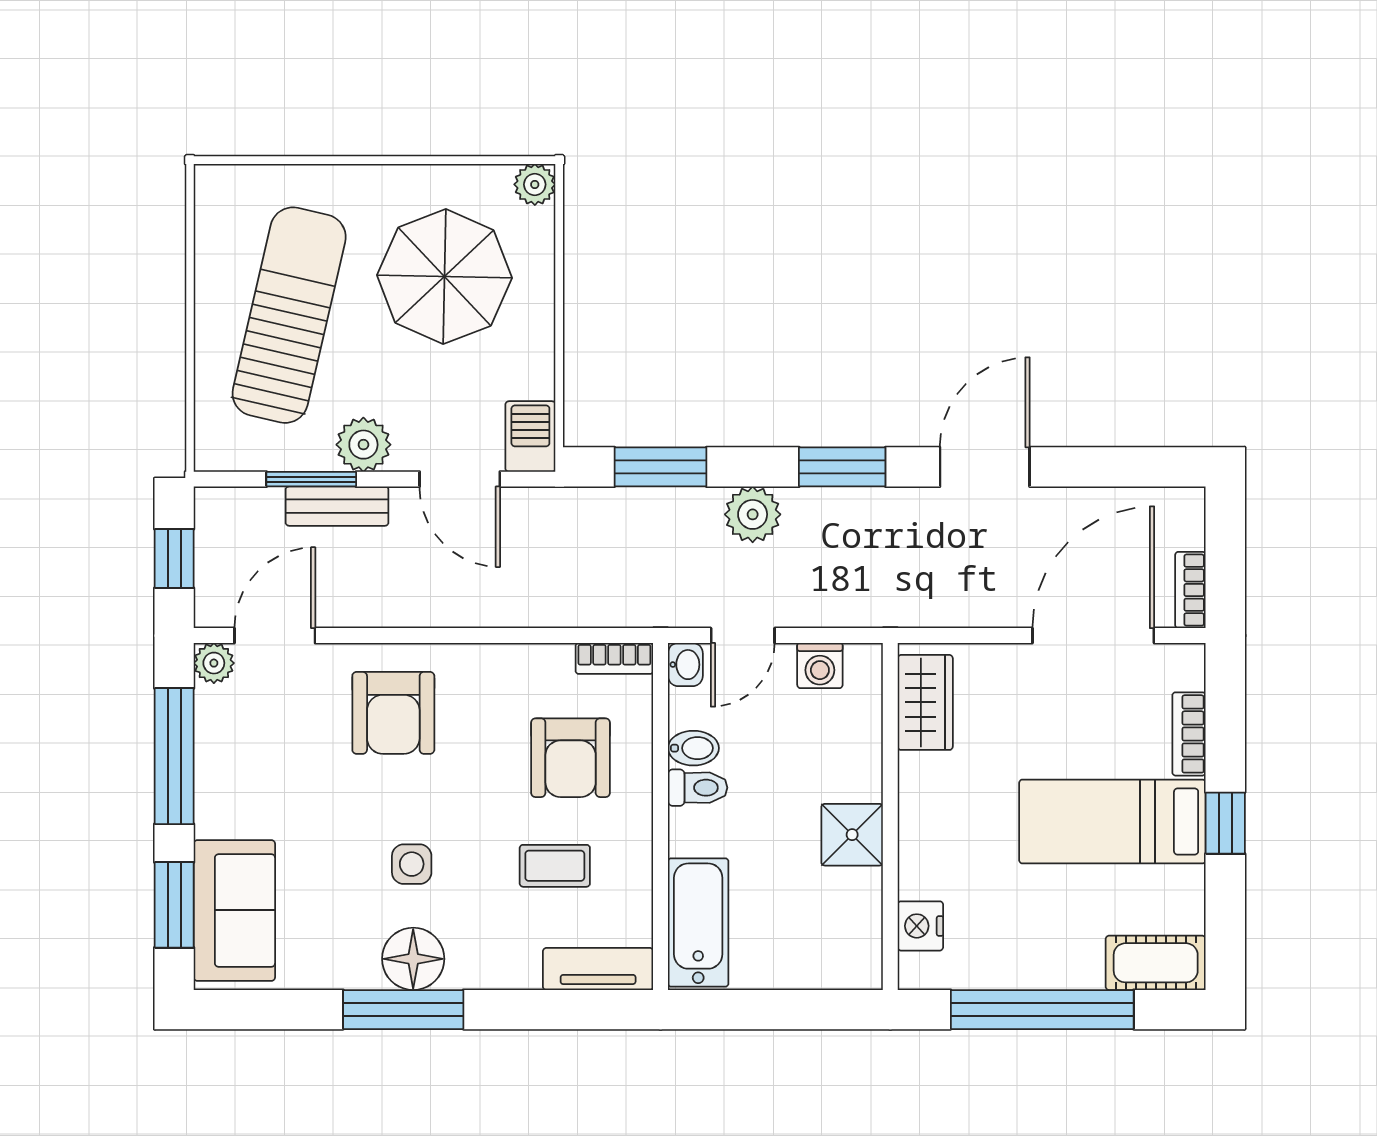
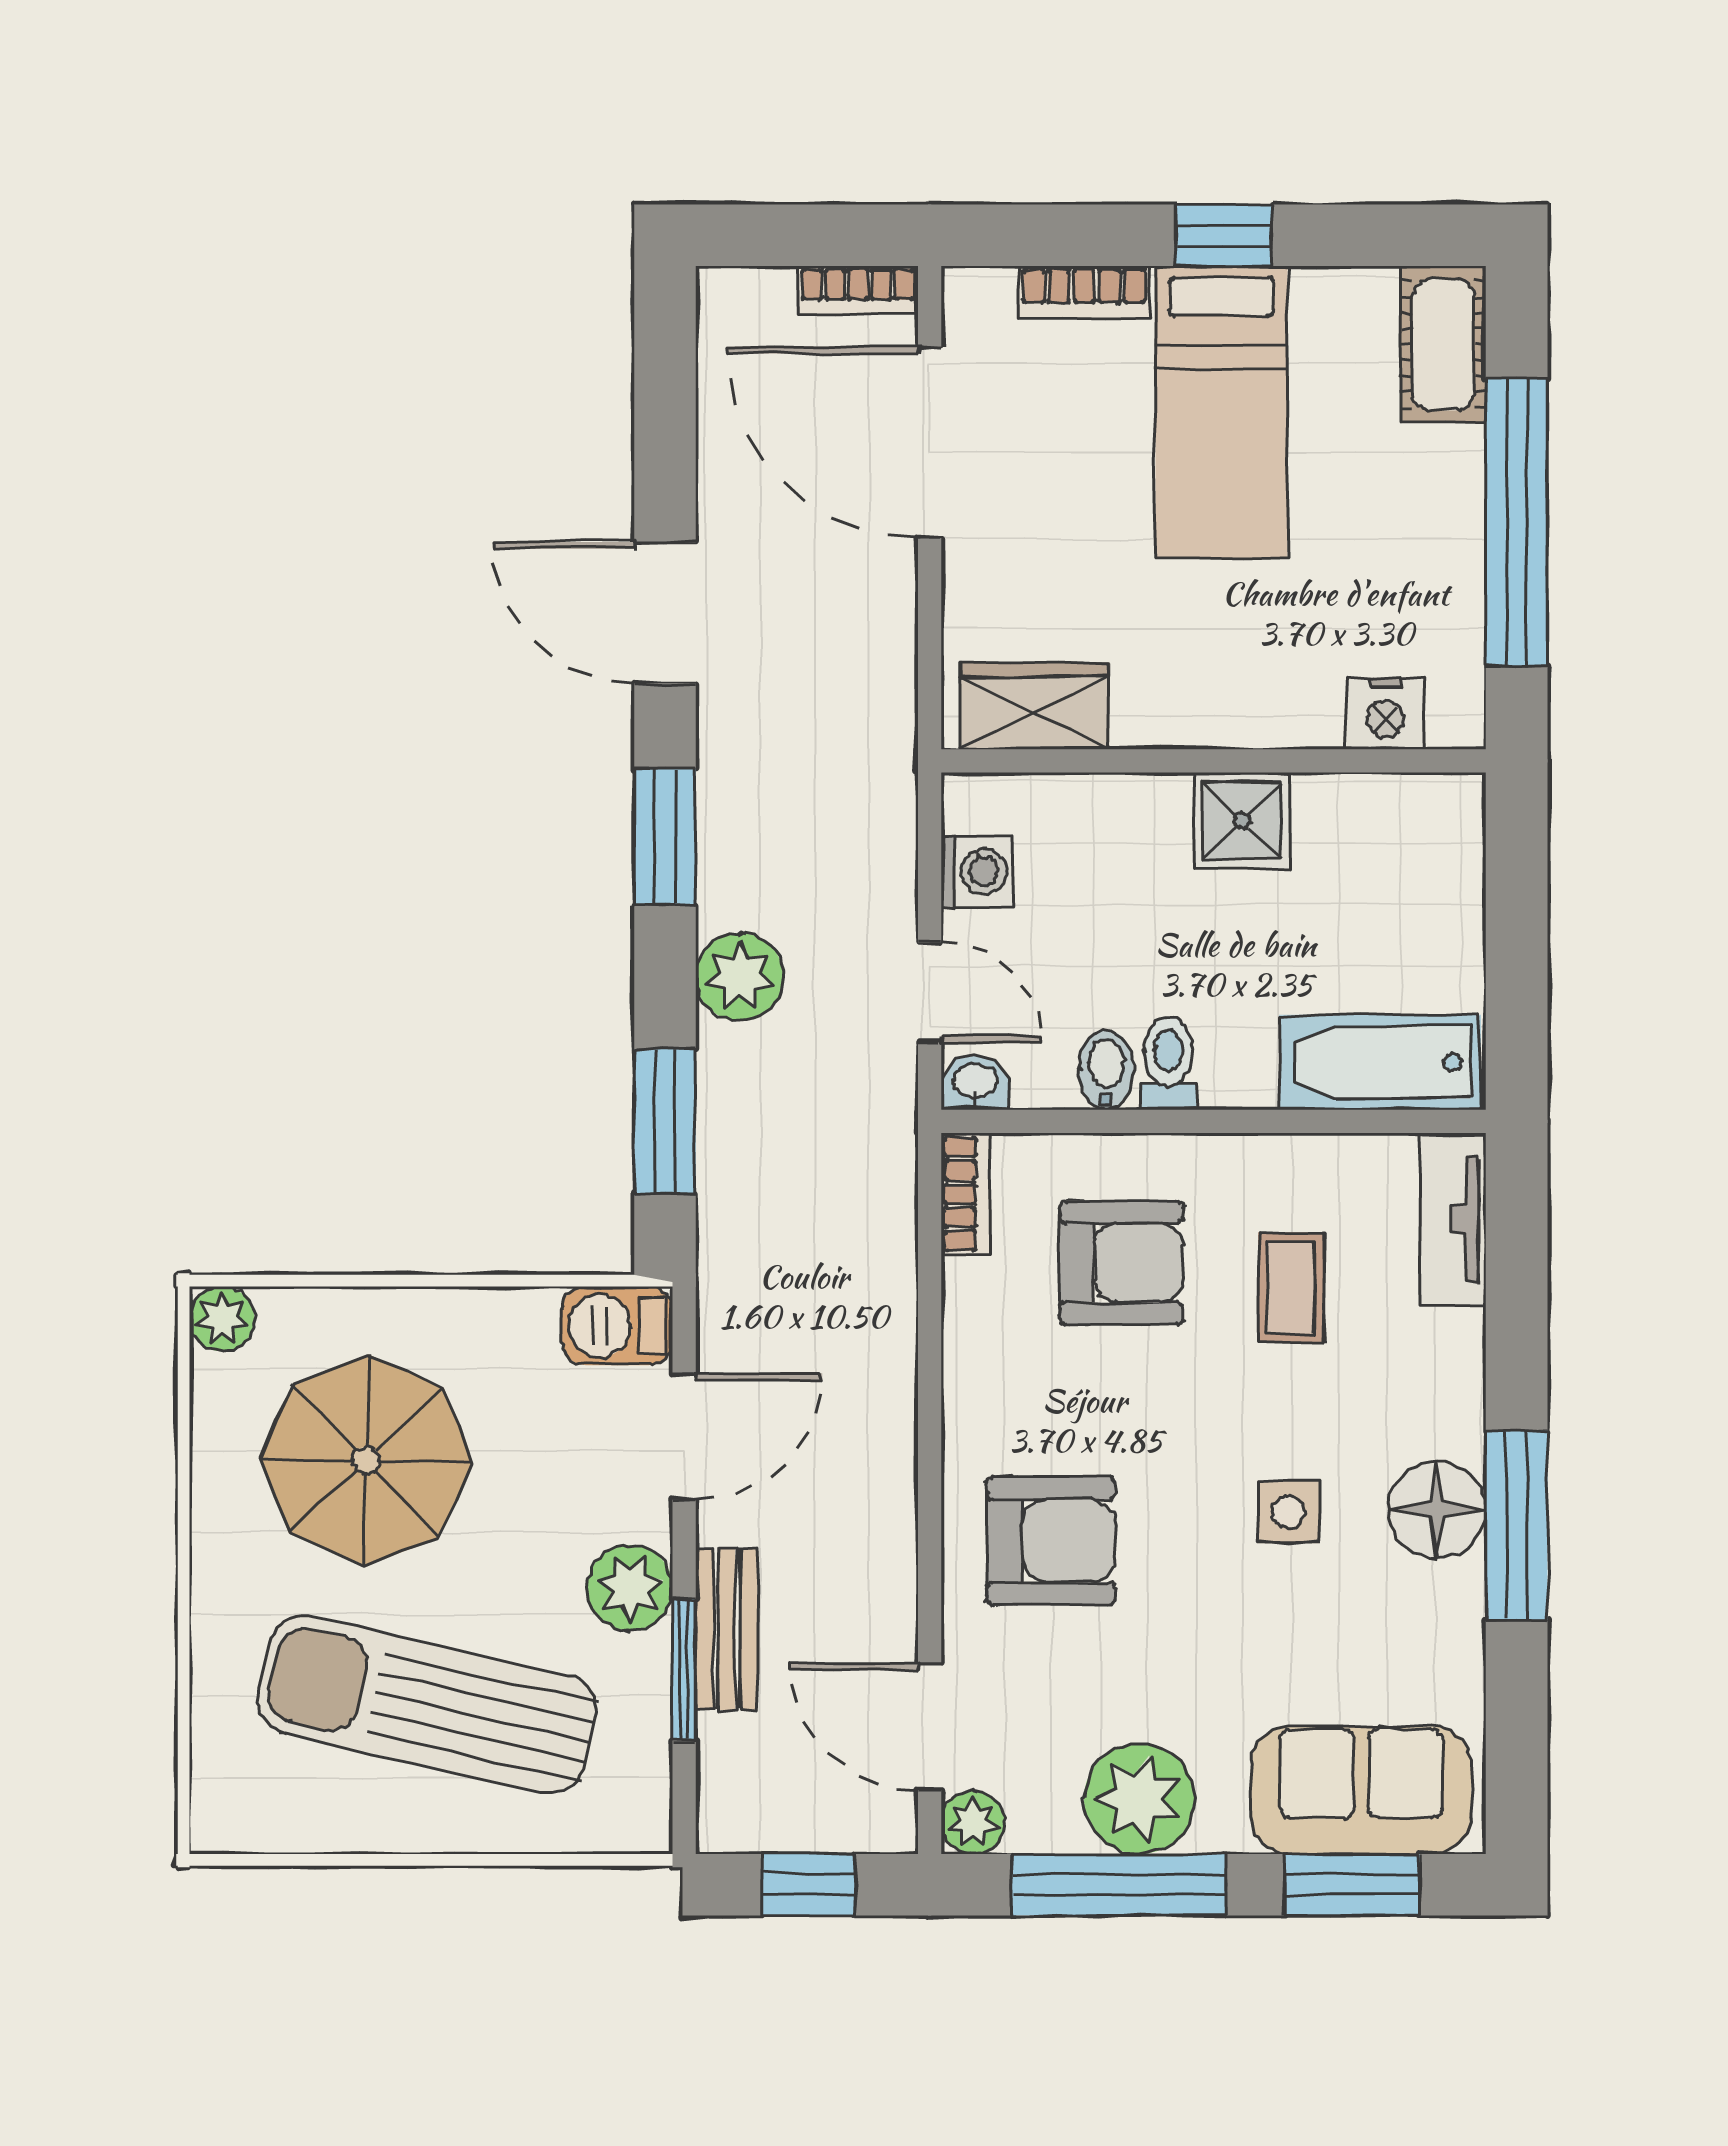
plant: (229, 769) -> (1139, 1799), added

